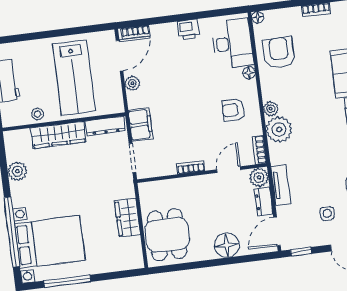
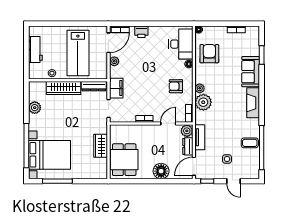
printer: (188, 29) -> (141, 32), moved

